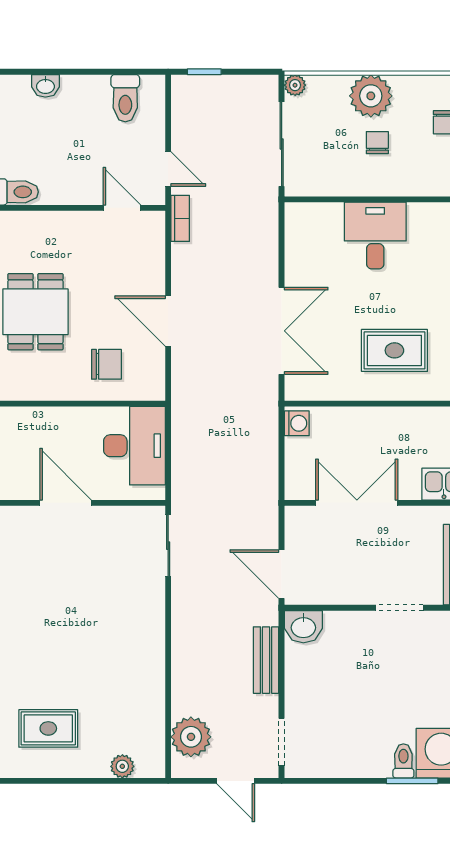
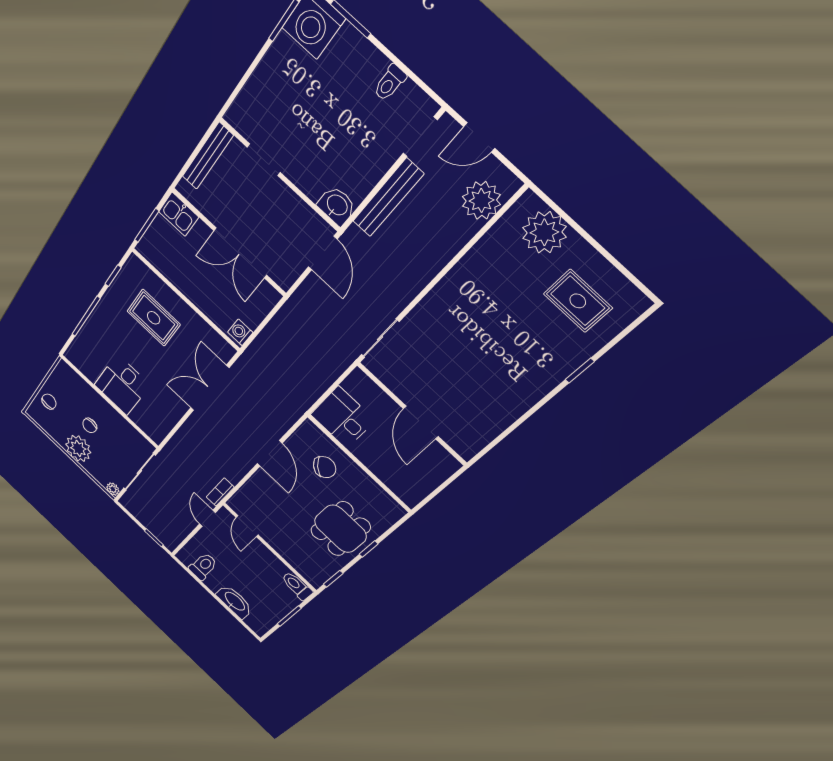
washbasin: (45, 86) -> (234, 602), width x1.91, depth x1.45
chair: (106, 364) -> (325, 467), turned 137
desk: (134, 446) -> (343, 417), width x0.73
bench: (266, 660) -> (388, 198), width x1.36
toilet: (403, 761) -> (390, 83), moved
plant: (122, 766) -> (544, 232), width x1.87, depth x1.87
door: (236, 781) -> (479, 137), swing flipped

